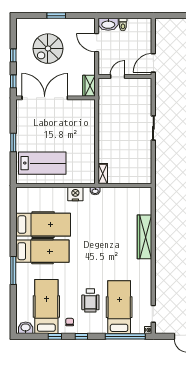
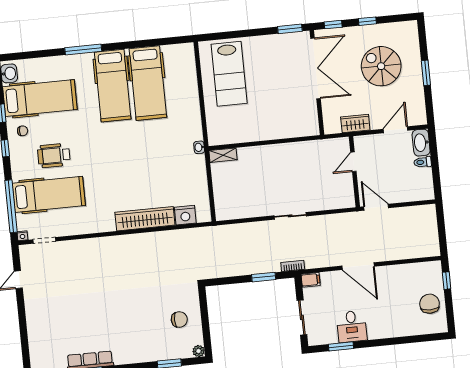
door: (118, 77) -> (353, 162), swing flipped
wardrobe: (89, 86) -> (355, 124), moved
window: (13, 143) -> (290, 29), moved
nightstand: (75, 194) -> (185, 215), moved, turned 90

